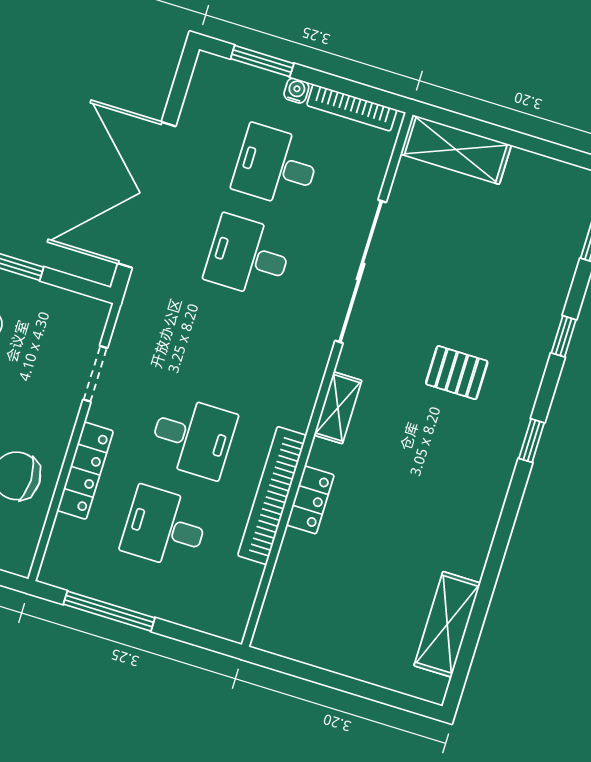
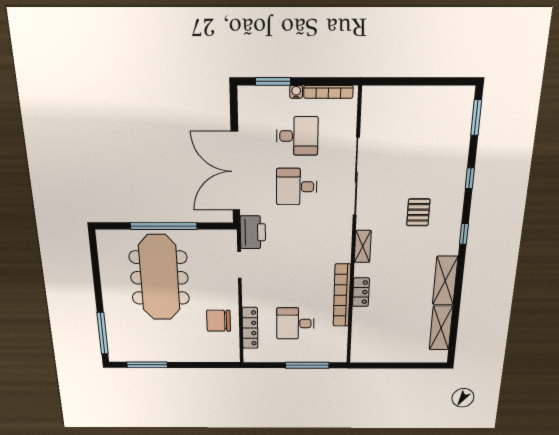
shelving: (456, 150) -> (445, 281), moved, turned 90
desk: (276, 166) -> (297, 136), turned 180
printer: (141, 317) -> (253, 232), added
pallet: (457, 373) -> (418, 212), turned 90
desk: (193, 437) -> (296, 280), removed
locker: (85, 471) -> (250, 328), moved
window: (109, 611) -> (307, 365), moved

